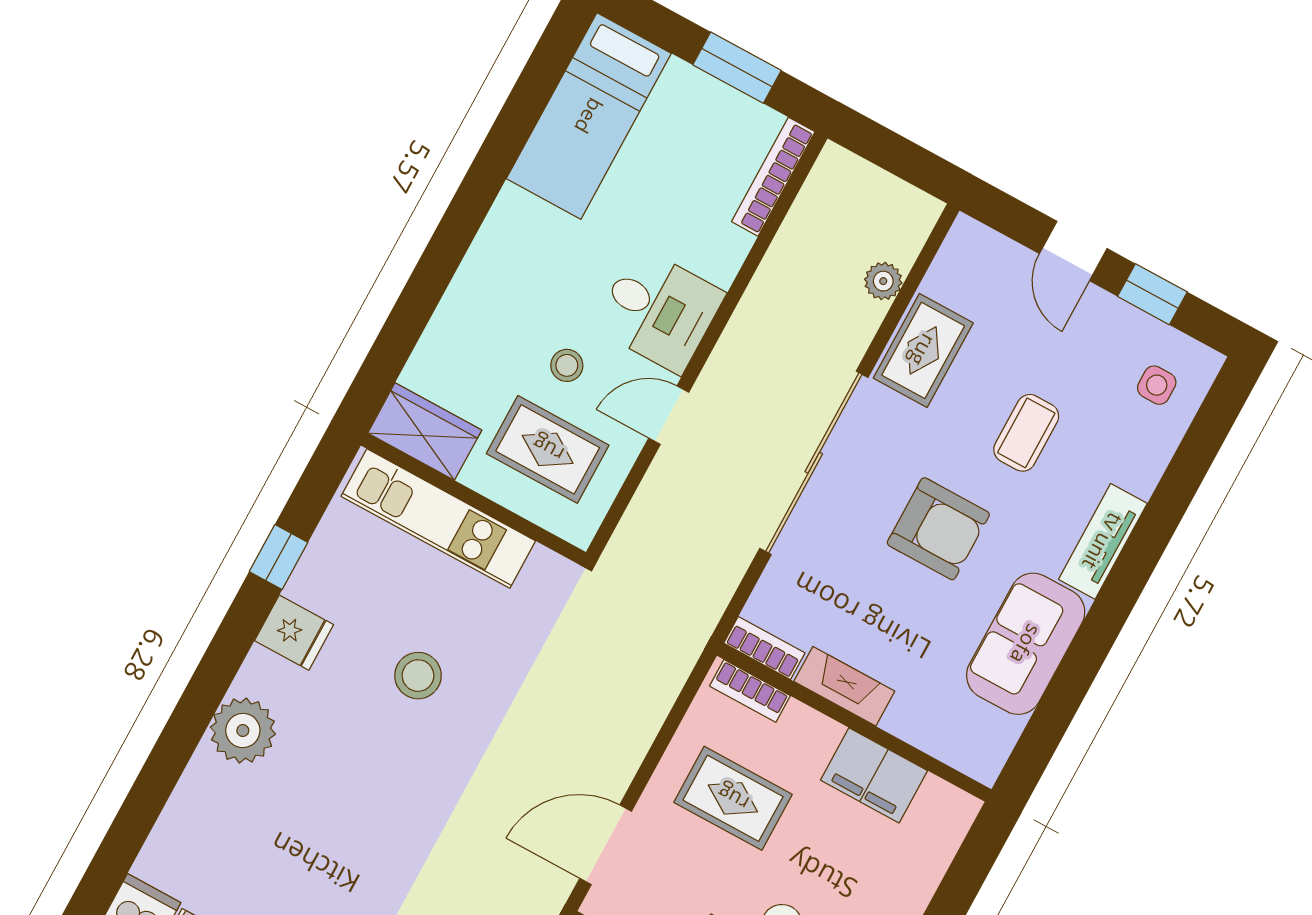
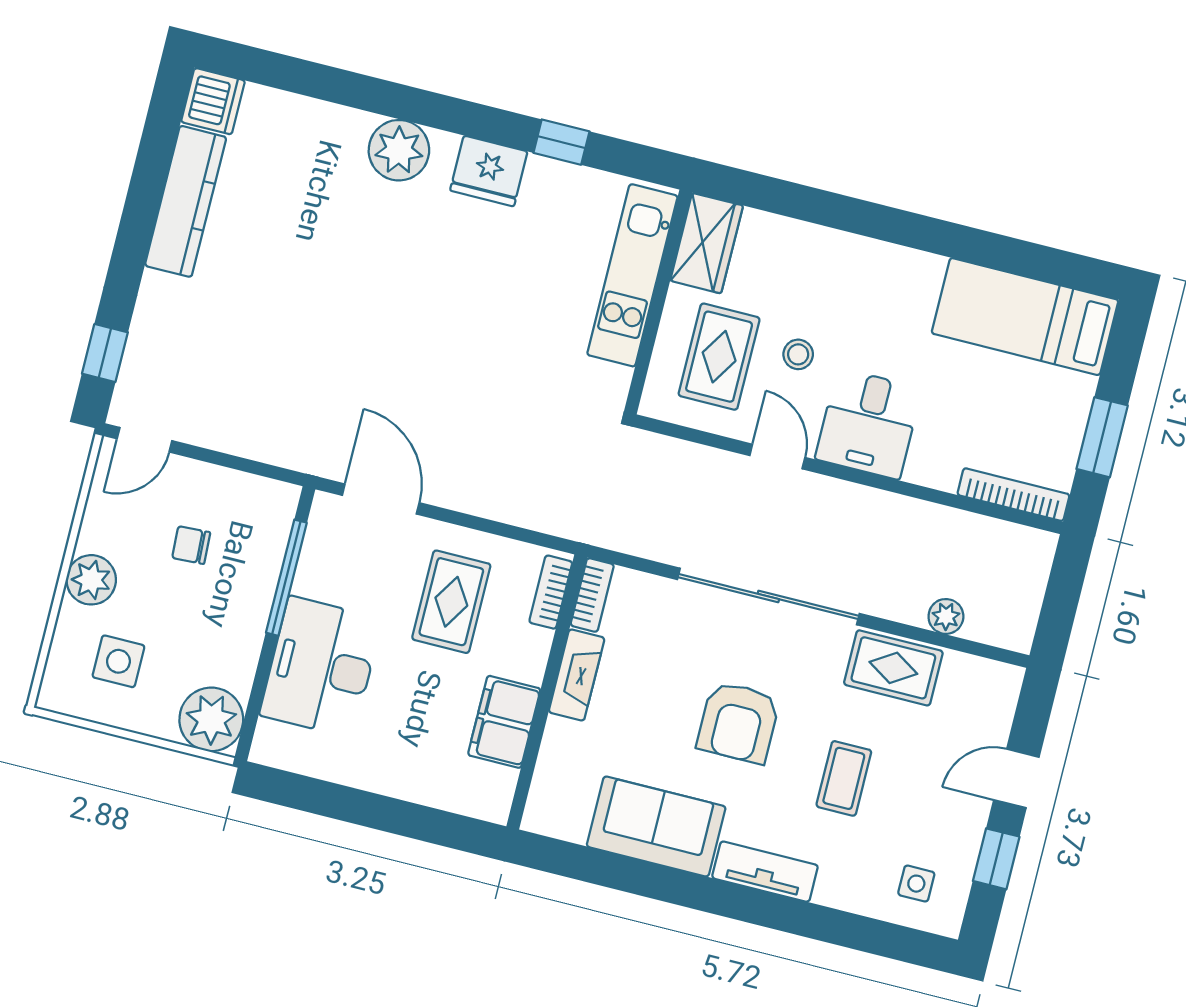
coffee table: (1026, 433) -> (844, 778), turned 90
fridge: (294, 633) -> (489, 171), width x1.38
stool: (418, 676) -> (488, 293), removed

